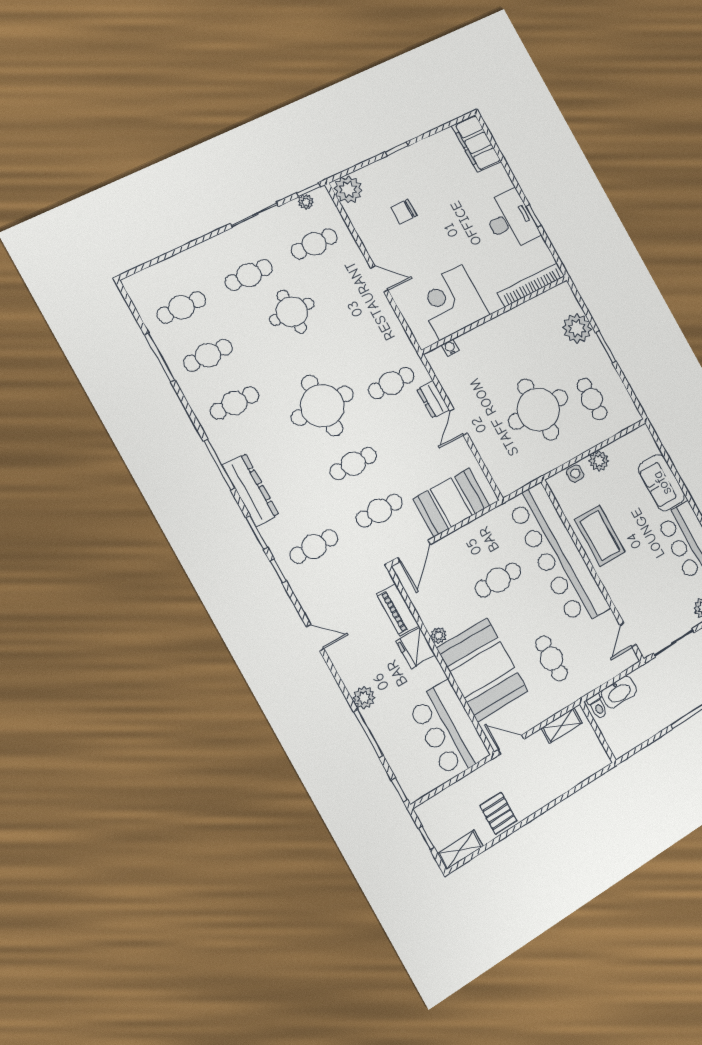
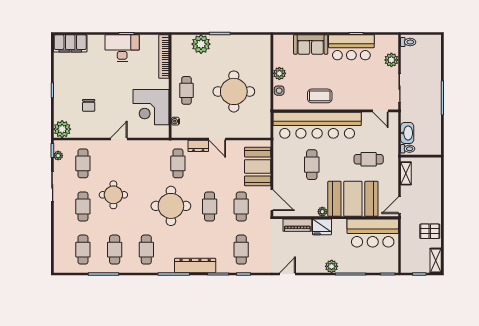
cafe table: (592, 399) -> (186, 90), moved, turned 90
coffee table: (600, 536) -> (320, 96), width x0.73, depth x0.76

